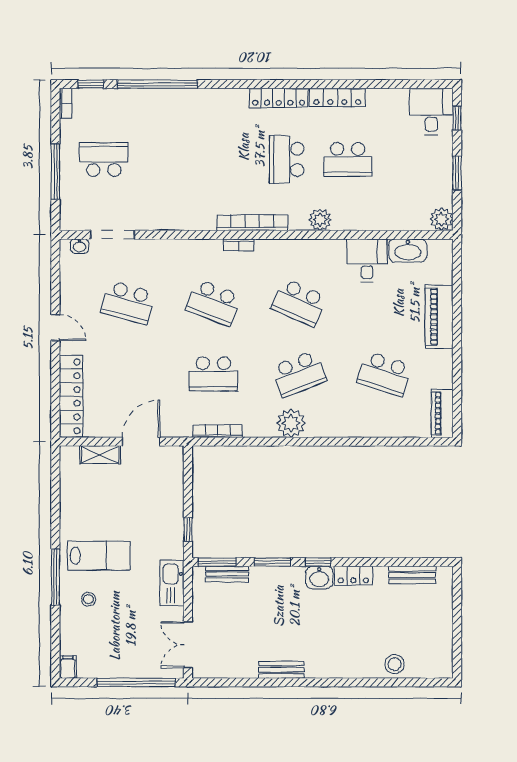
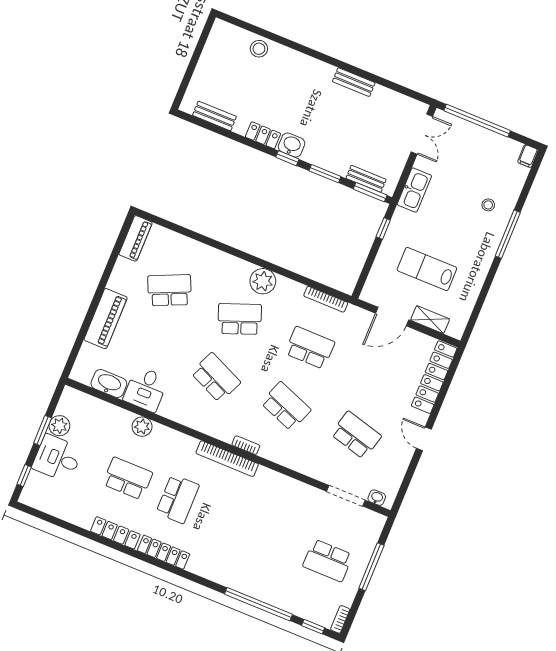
desk: (431, 112) -> (57, 458), moved, turned 90
plant: (441, 219) -> (59, 426), moved
plant: (320, 220) -> (142, 427), moved
school desk: (385, 374) -> (170, 290), turned -42
lab bench: (99, 556) -> (427, 269), moved

